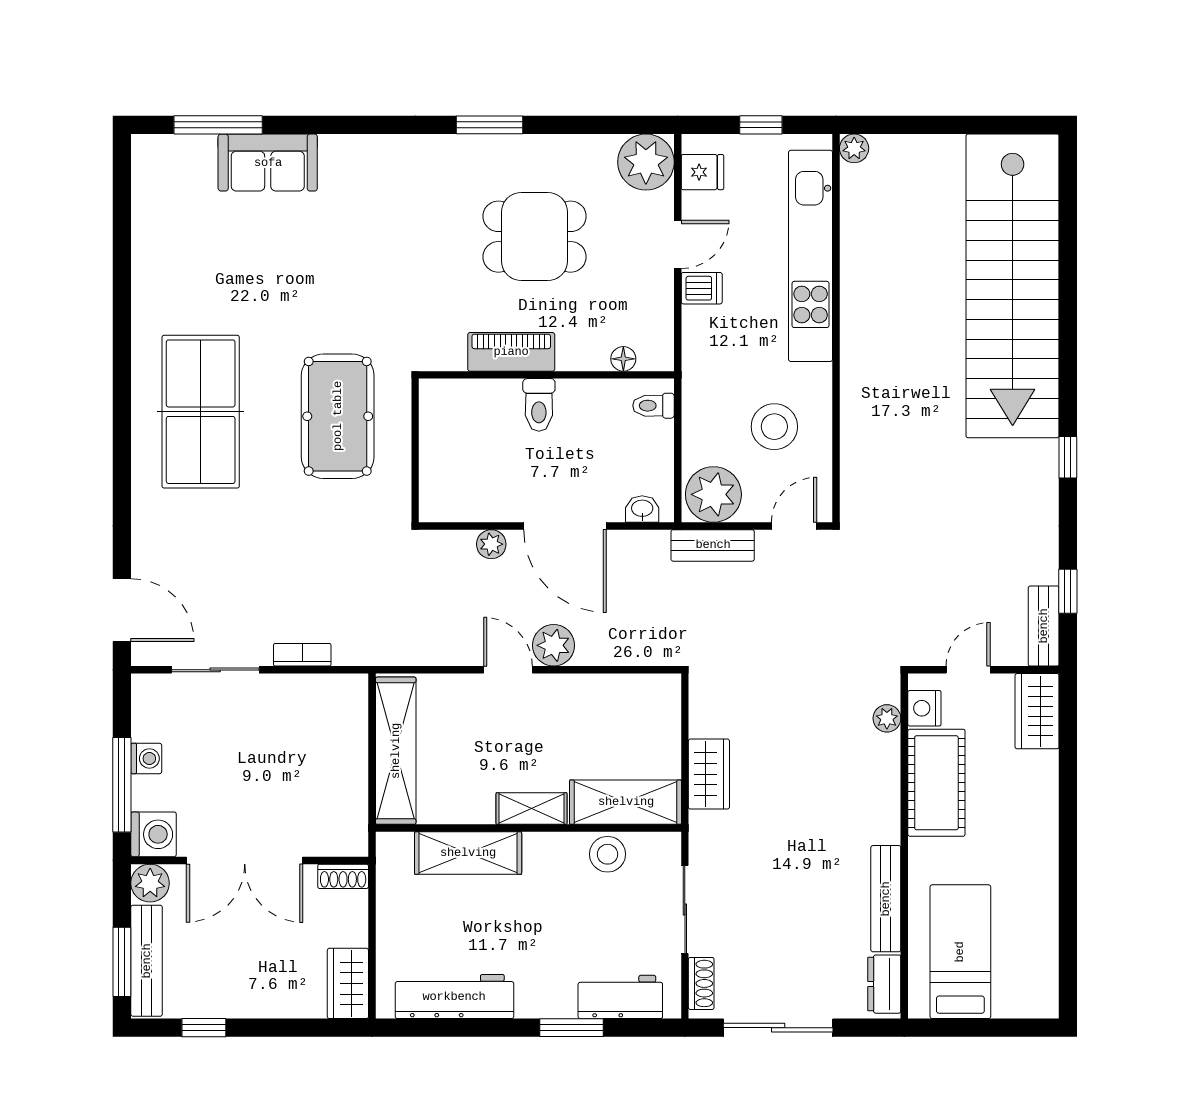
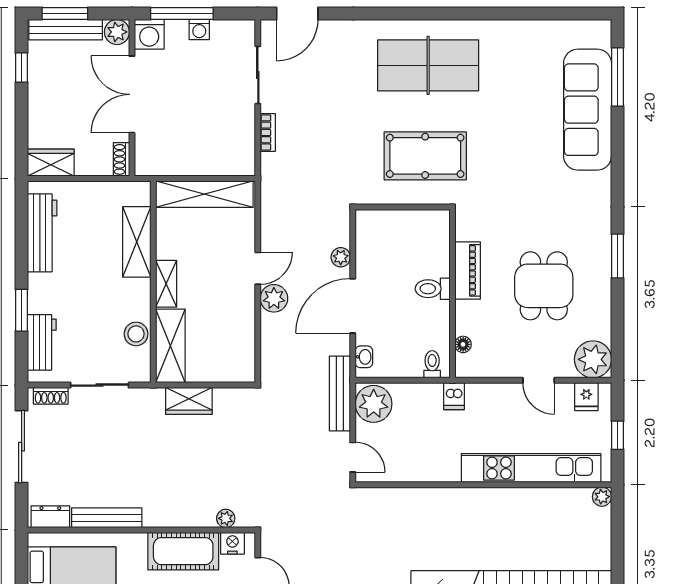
sofa: (268, 163) -> (588, 110), width x1.85, depth x1.27
dishwasher: (702, 288) -> (454, 396), moved
stool: (774, 427) -> (418, 444), removed
bench: (713, 545) -> (340, 393), width x1.36

